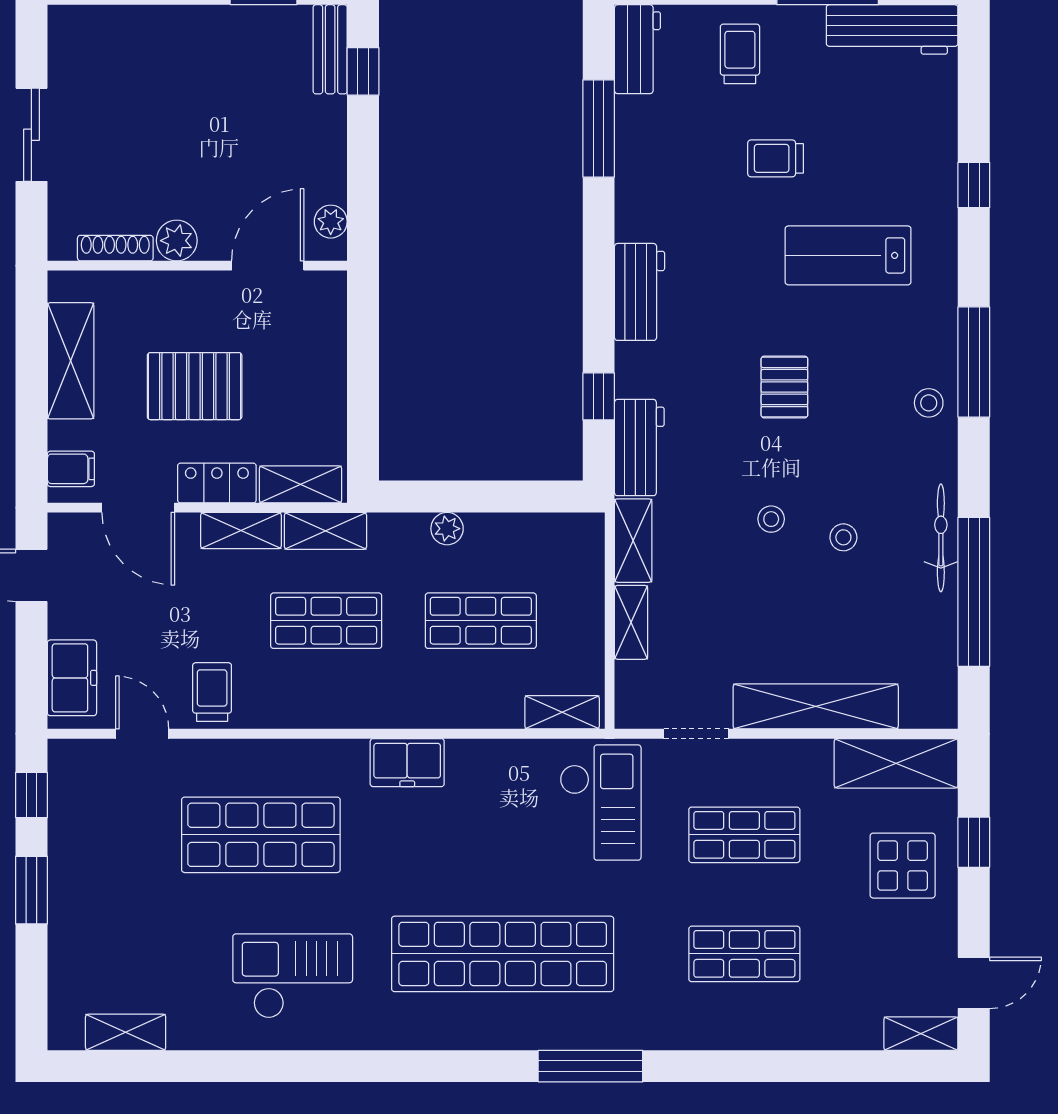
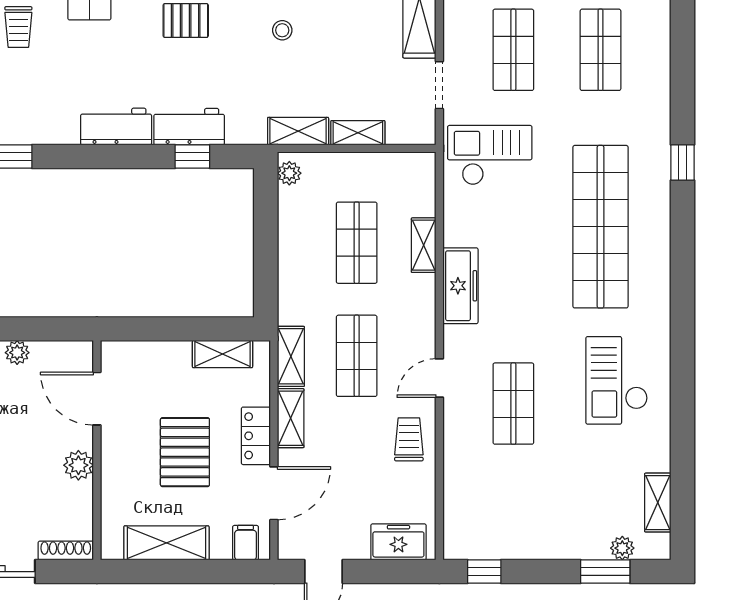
plant: (331, 222) -> (17, 353), moved
shoe rack: (115, 248) -> (66, 550), moved, turned 90
workbench: (639, 448) -> (189, 127), moved
shelving: (300, 484) -> (222, 354), moved, turned 90
plant: (447, 529) -> (289, 173), moved
trolley: (212, 692) -> (409, 439), turned 90
shelving: (562, 712) -> (424, 245), moved
door: (142, 734) -> (439, 378), moved
freezer: (407, 763) -> (460, 286), width x1.40
shop shelf: (261, 835) -> (513, 404), width x0.70, depth x0.74
window: (31, 890) -> (605, 572), moved
plant: (63, 984) -> (622, 548), added
window: (590, 1066) -> (683, 162), width x0.46

